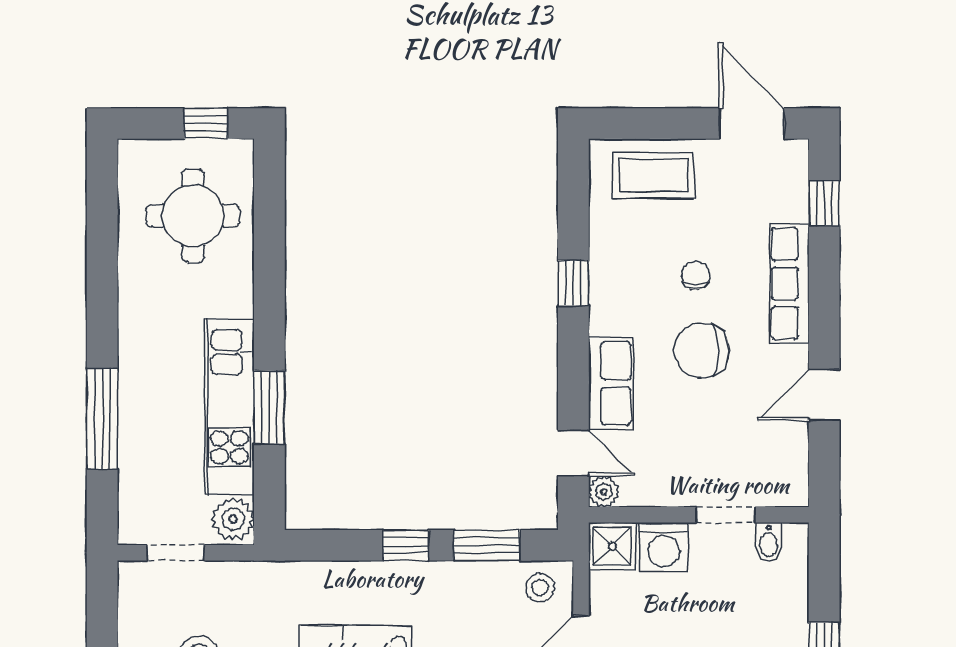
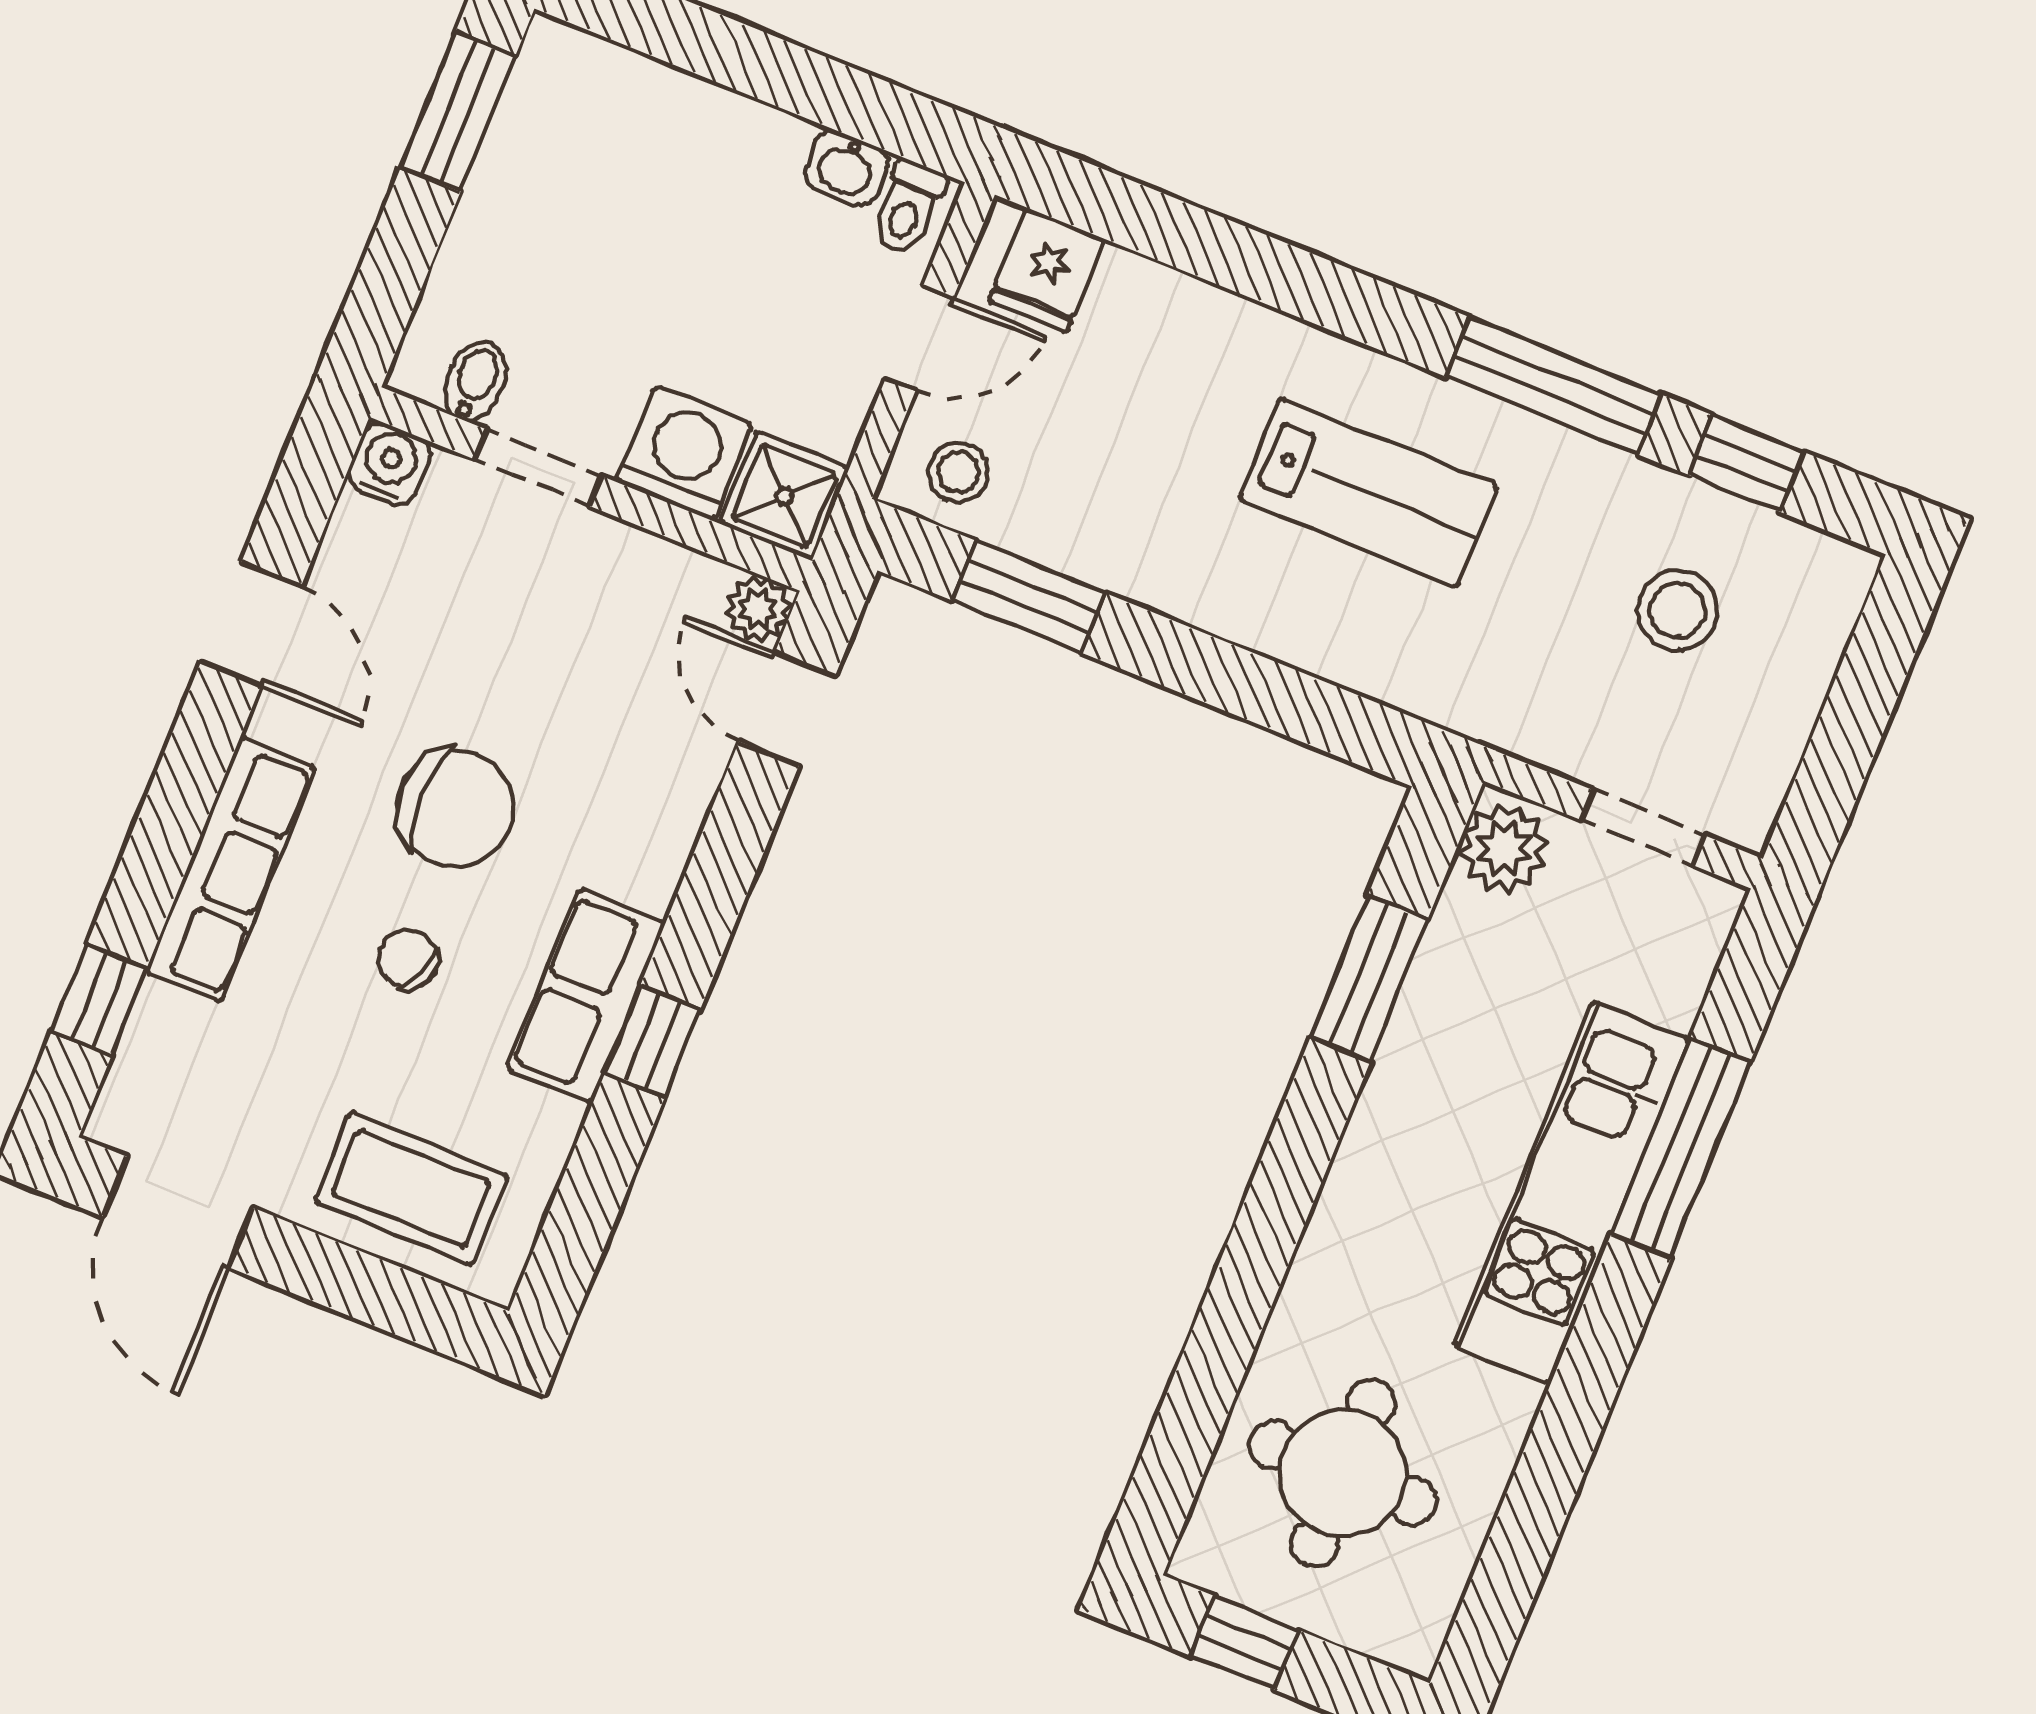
chair: (695, 276) -> (408, 959), turned 114
row of seats: (611, 383) -> (586, 996), moved
door: (824, 395) -> (251, 624), hinge flipped
kitchen unit: (229, 407) -> (1572, 1193), moved, turned 180
window: (269, 407) -> (1369, 978), moved
water cooler: (792, 490) -> (389, 464), added
window: (406, 545) -> (1187, 661), removed

